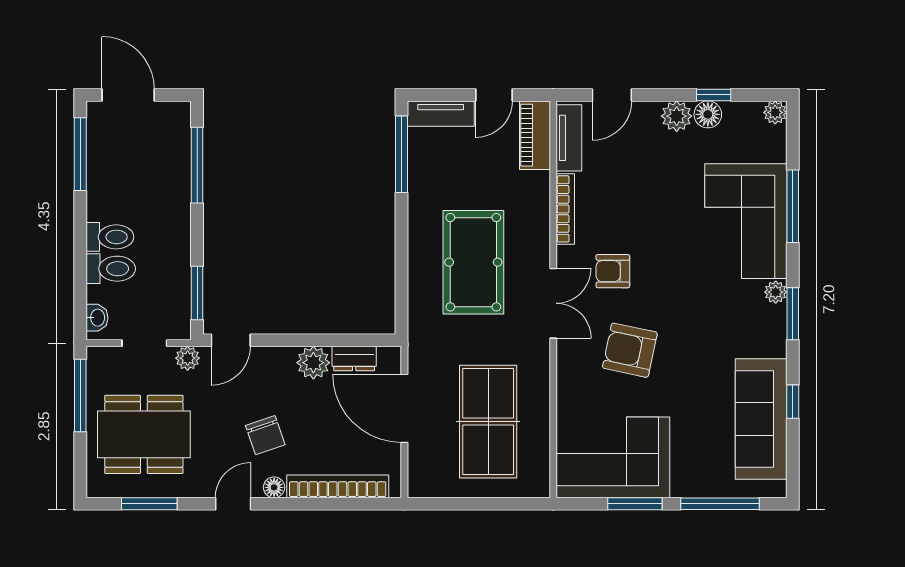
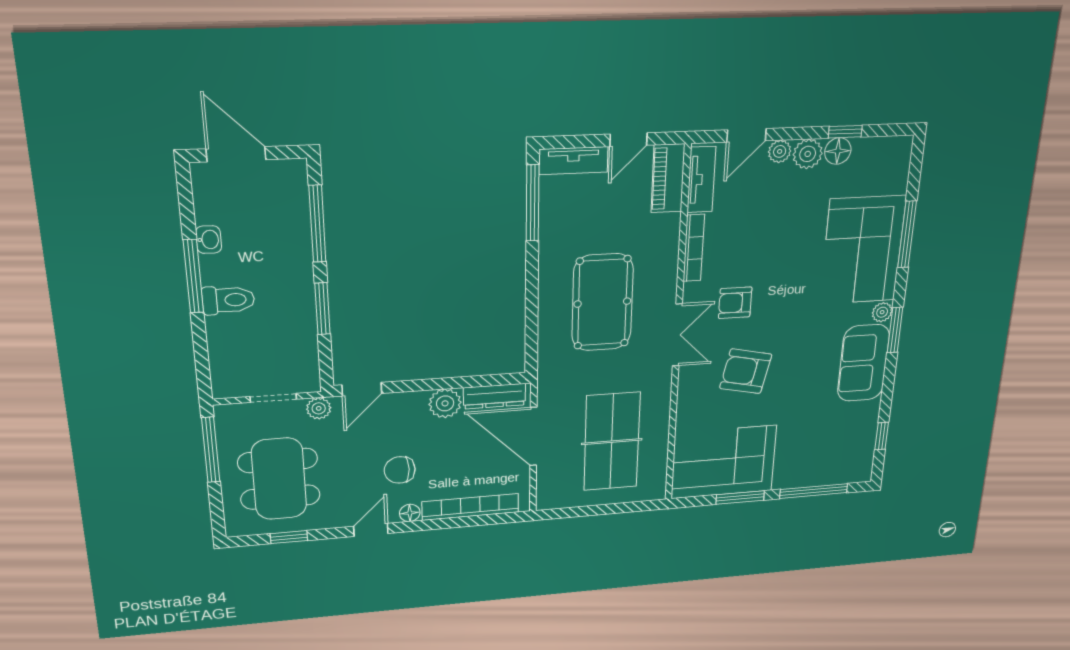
plant: (775, 112) -> (780, 151), moved
window: (80, 154) -> (193, 276), moved
toilet: (111, 269) -> (232, 331), removed
window: (197, 293) -> (322, 309), moved
washbasin: (97, 318) -> (209, 240), moved
dresser: (354, 358) -> (495, 396), width x1.44
window: (793, 402) -> (882, 436), moved
sofa: (761, 419) -> (863, 363), moved, width x0.73
dining table: (144, 434) -> (279, 479), turned 90
chair: (265, 435) -> (400, 470), turned 109
window: (149, 504) -> (289, 537), width x0.67

